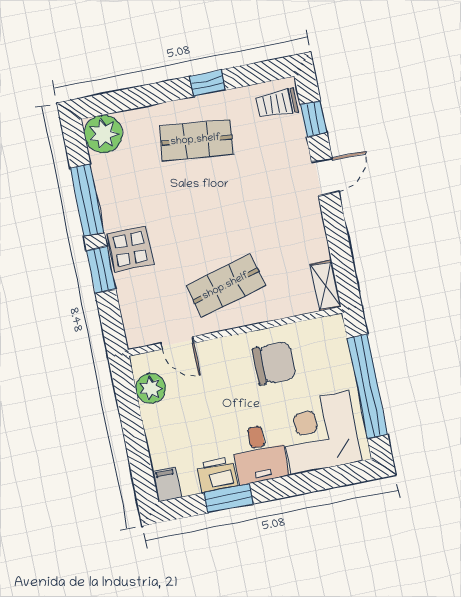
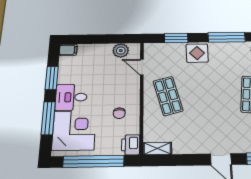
window: (101, 270) -> (176, 38), moved
door: (177, 343) -> (142, 67), hinge flipped
chair: (274, 363) -> (119, 113), width x0.54, depth x0.54
printer: (217, 475) -> (131, 145), moved, turned 180
window: (305, 483) -> (48, 118), added

